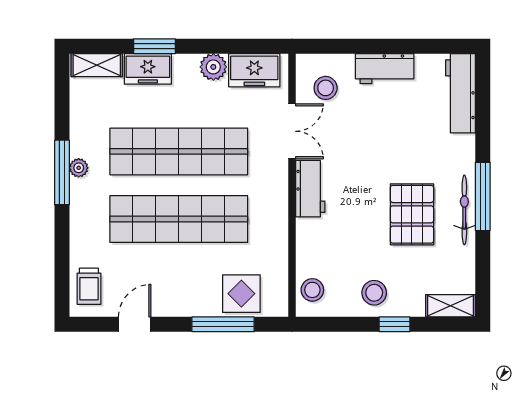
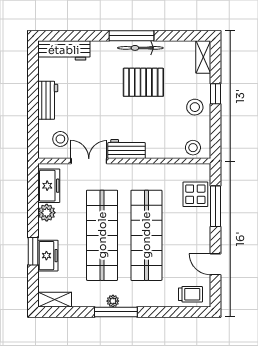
shelving: (97, 65) -> (55, 300), moved, turned 90

